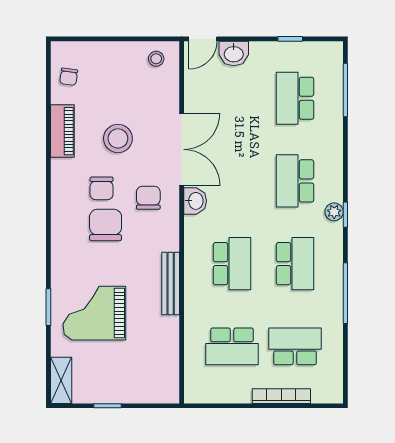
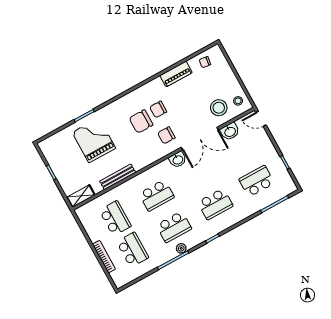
washbasin: (234, 53) -> (230, 132), moved, turned -90
stool: (118, 138) -> (219, 108), moved
school desk: (295, 181) -> (215, 204), turned 180
chair: (148, 198) -> (166, 135), turned 180
plant: (334, 212) -> (181, 248), moved
chair: (106, 225) -> (141, 121), turned 180
bench: (171, 284) -> (118, 177), moved
school desk: (232, 346) -> (115, 218), turned 180
shelving: (61, 380) -> (81, 196), moved

